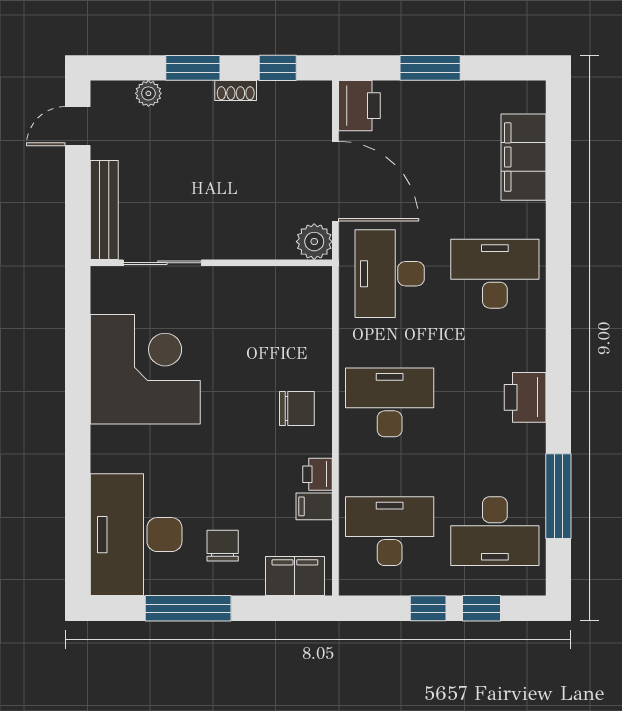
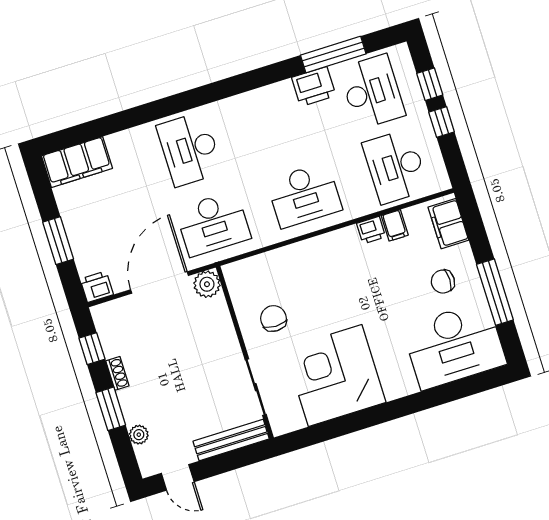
printer: (359, 106) -> (97, 287), width x0.73, depth x0.81
filing cabinet: (523, 157) -> (77, 162), moved
printer: (525, 397) -> (314, 87), moved
desk: (390, 402) -> (304, 195), turned -90
chair: (297, 408) -> (273, 318), moved

